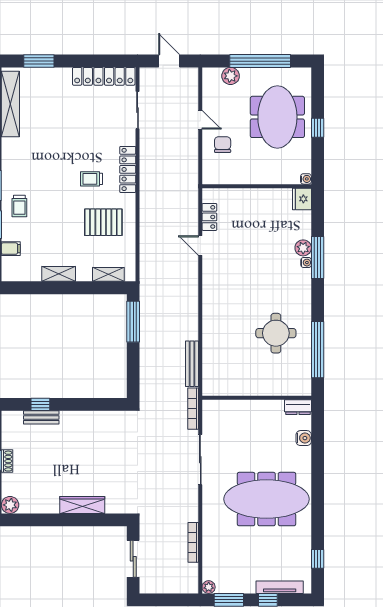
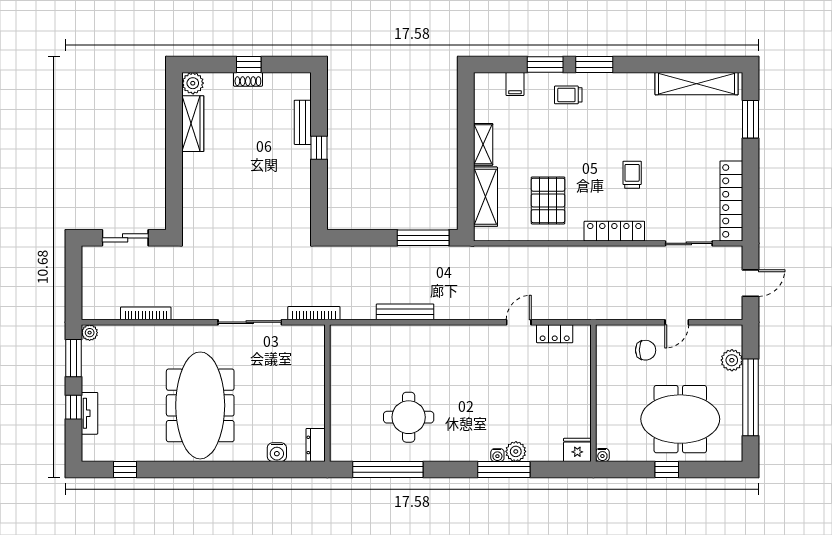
trolley: (91, 179) -> (632, 175), moved
shelving: (108, 274) -> (485, 197), width x1.50, depth x1.33
bench: (192, 364) -> (405, 312), moved
window: (40, 404) -> (319, 148), moved
wardrobe: (82, 505) -> (193, 124), moved
tv unit: (280, 587) -> (90, 413), width x0.71

